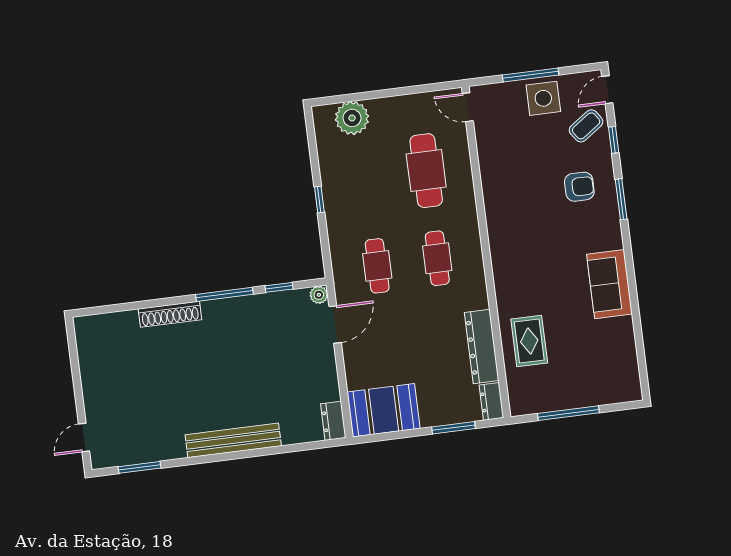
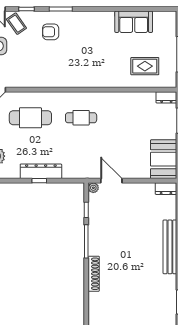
armchair: (579, 187) -> (51, 32), turned -90
cafe table: (377, 266) -> (81, 152), removed
sofa: (609, 284) -> (134, 22), moved
rug: (529, 341) -> (145, 66), moved
dresser: (482, 347) -> (41, 171), moved, turned 180

